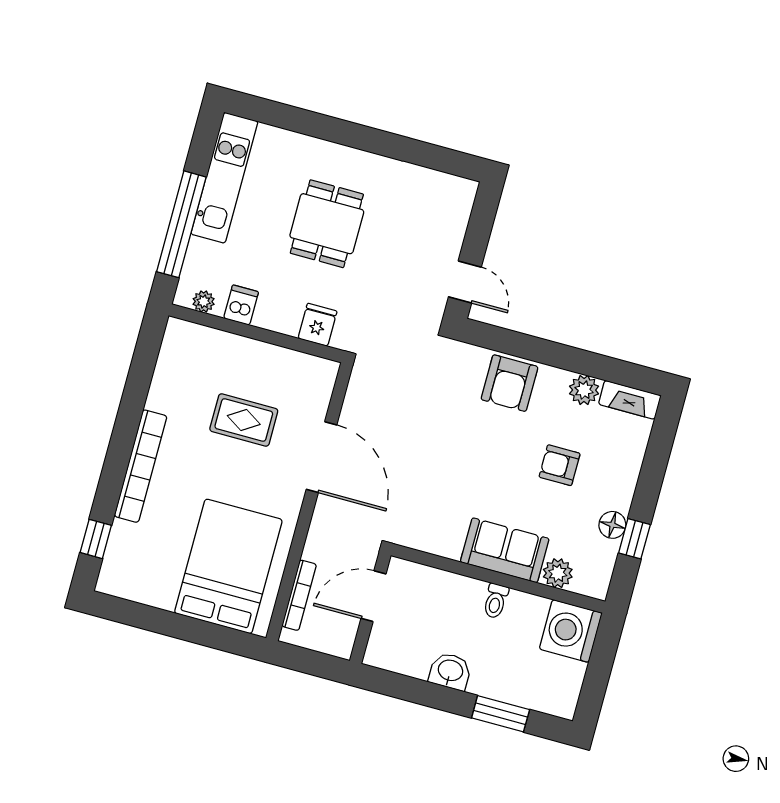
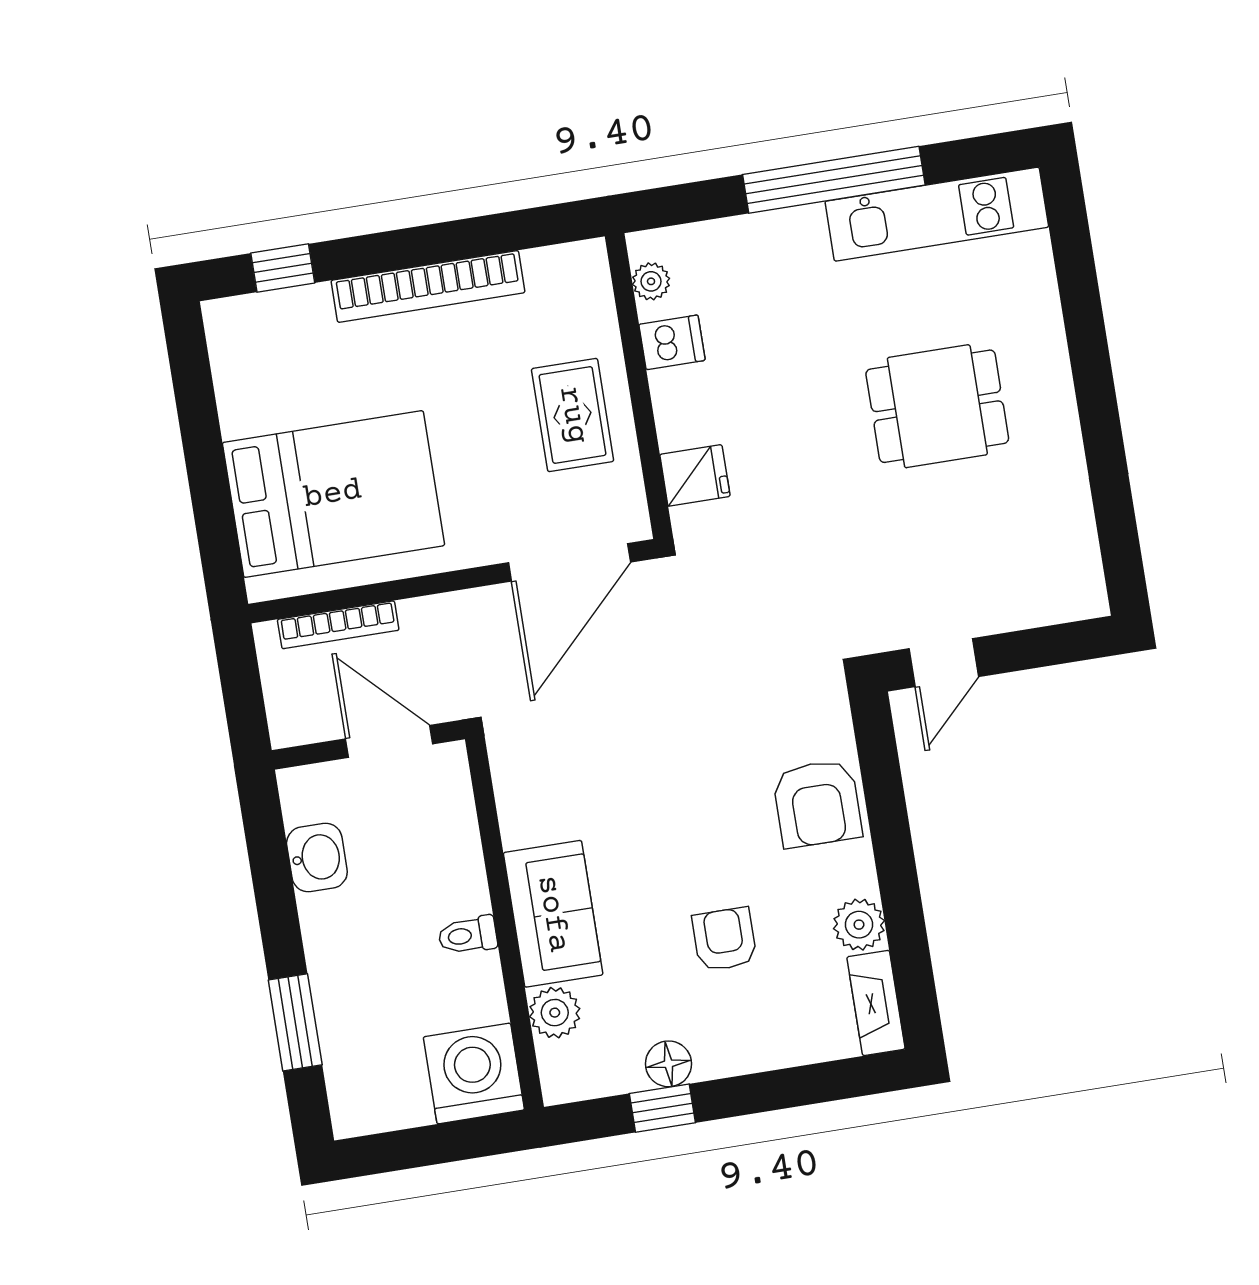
plant: (204, 302) -> (651, 281), moved
dishwasher: (241, 305) -> (672, 342), moved
fridge: (317, 325) -> (695, 475), moved
wall: (256, 333) -> (639, 386), moved
armchair: (509, 383) -> (817, 803), turned -90
washbasin: (450, 671) -> (317, 858), moved

